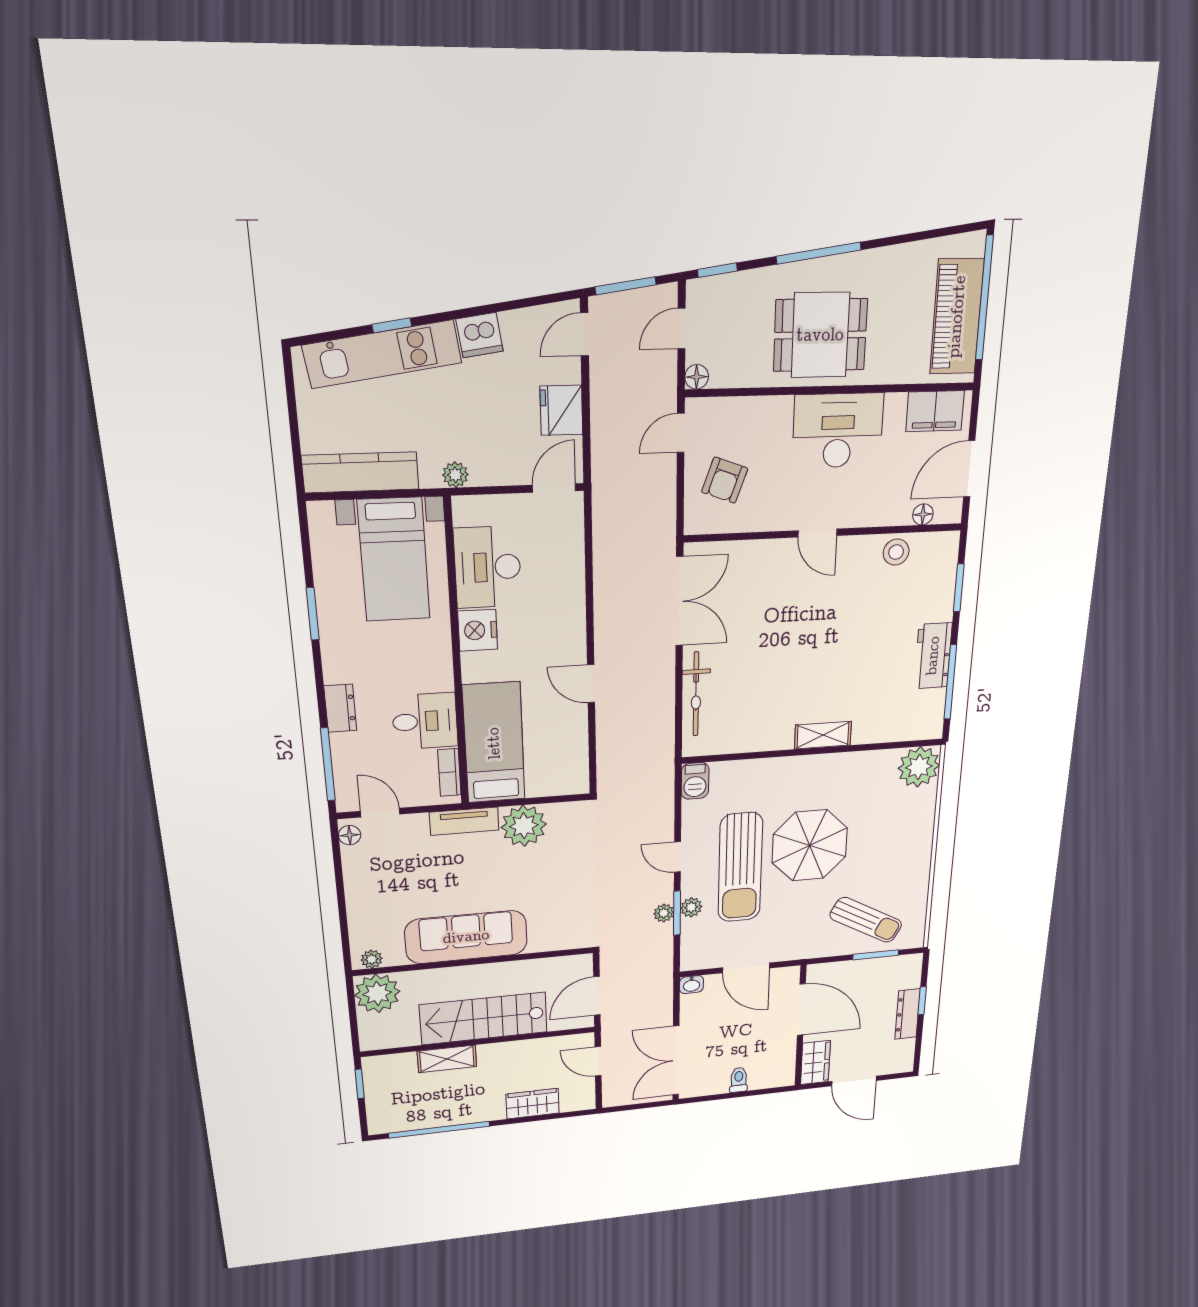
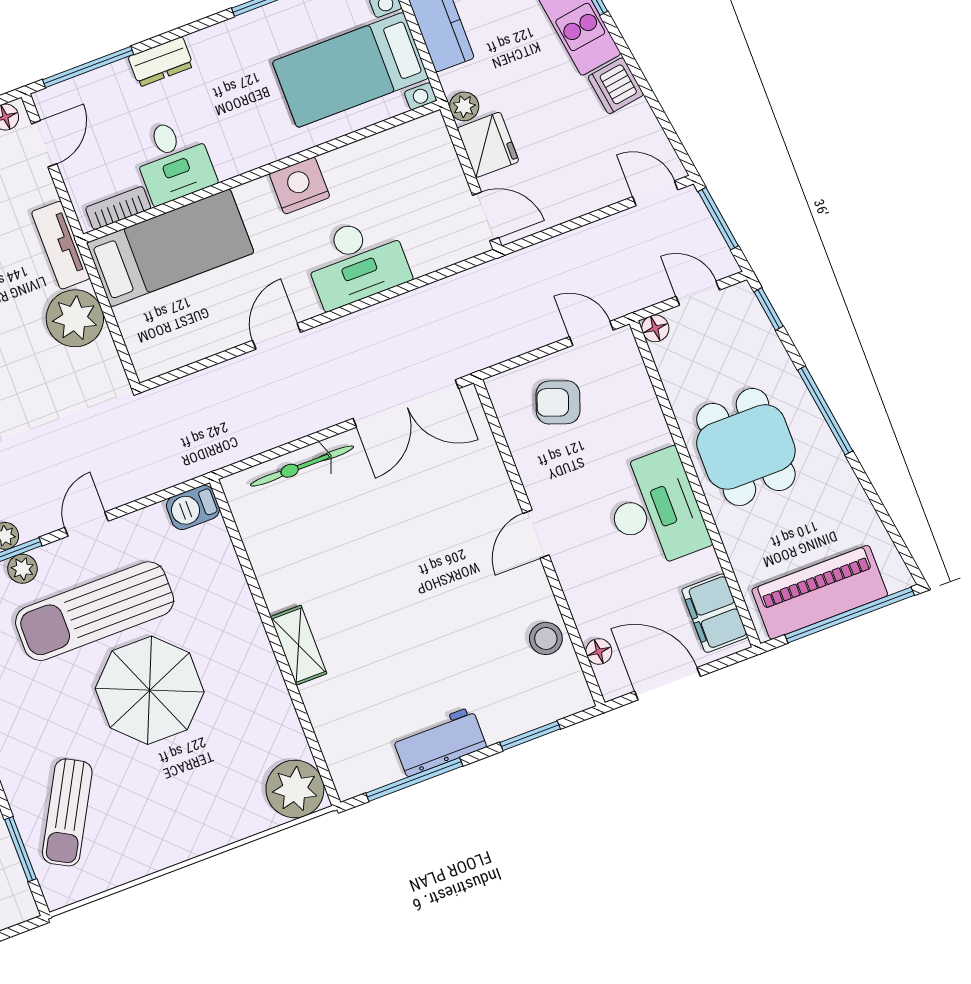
fridge: (561, 410) -> (488, 145), moved, turned 90
desk: (488, 567) -> (356, 262), moved, turned 180

